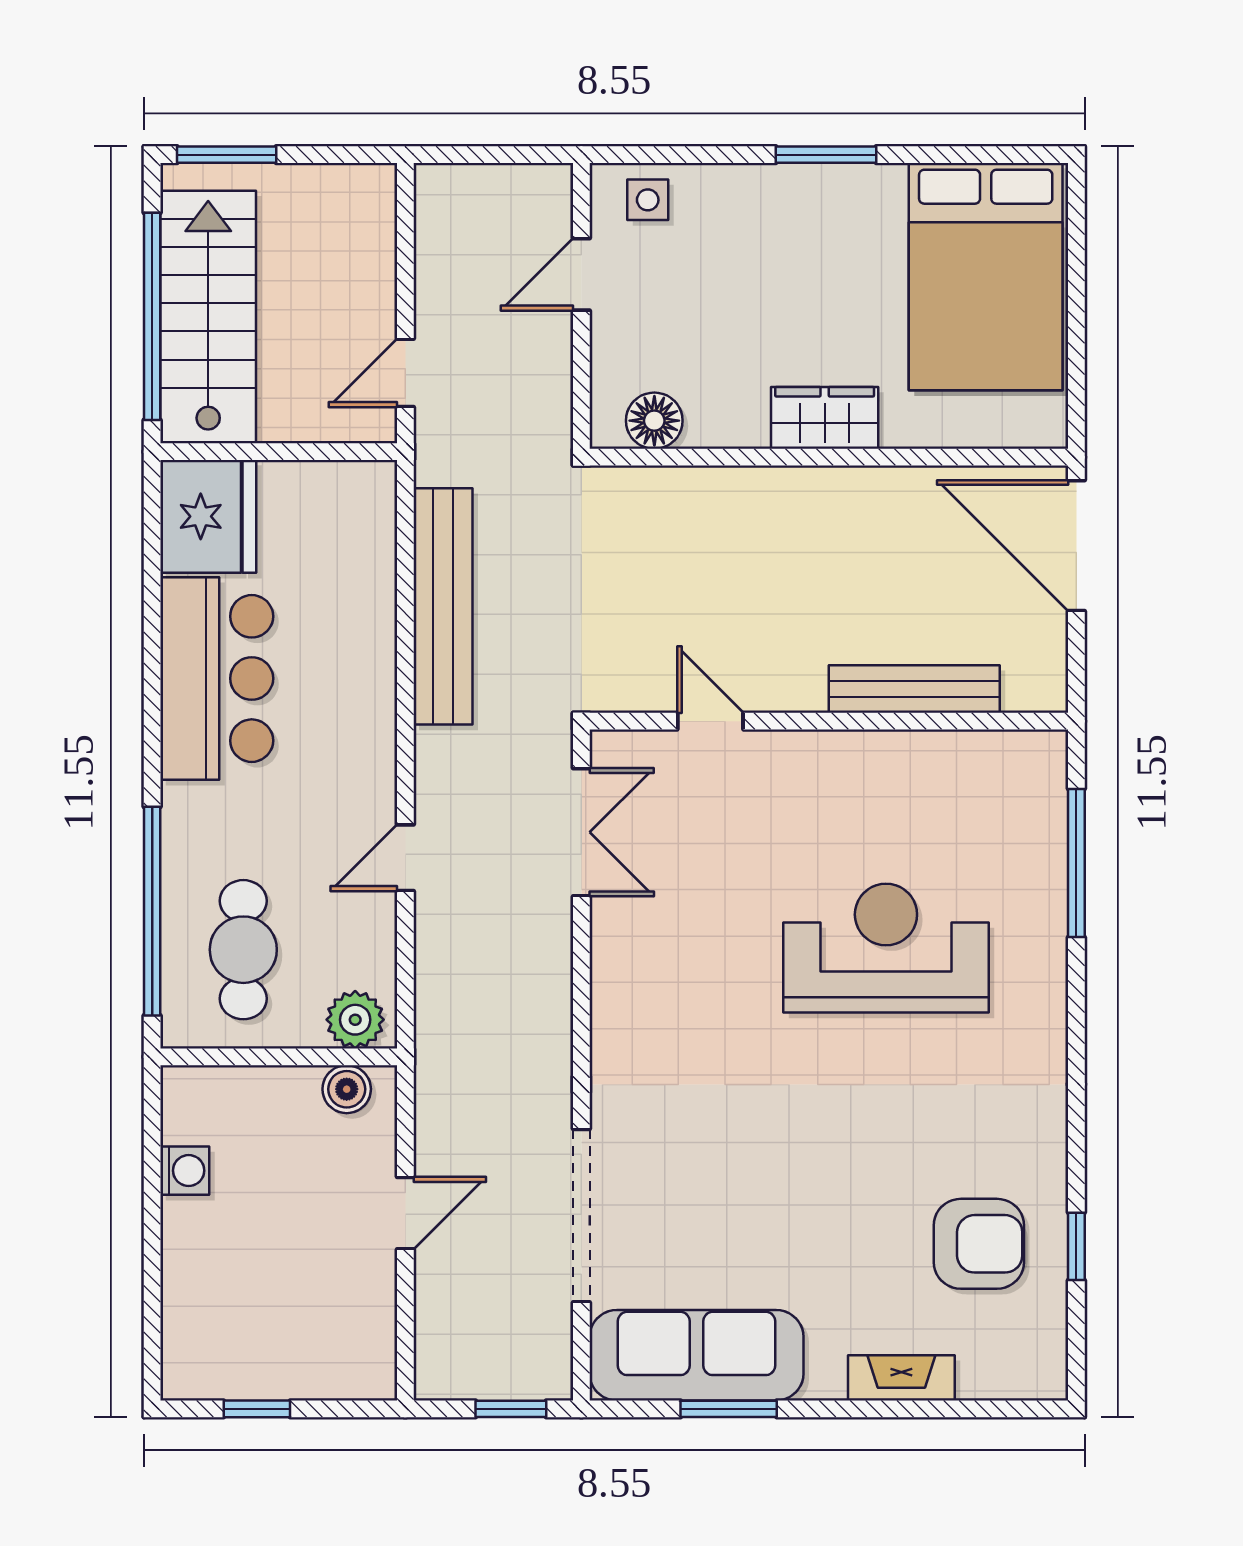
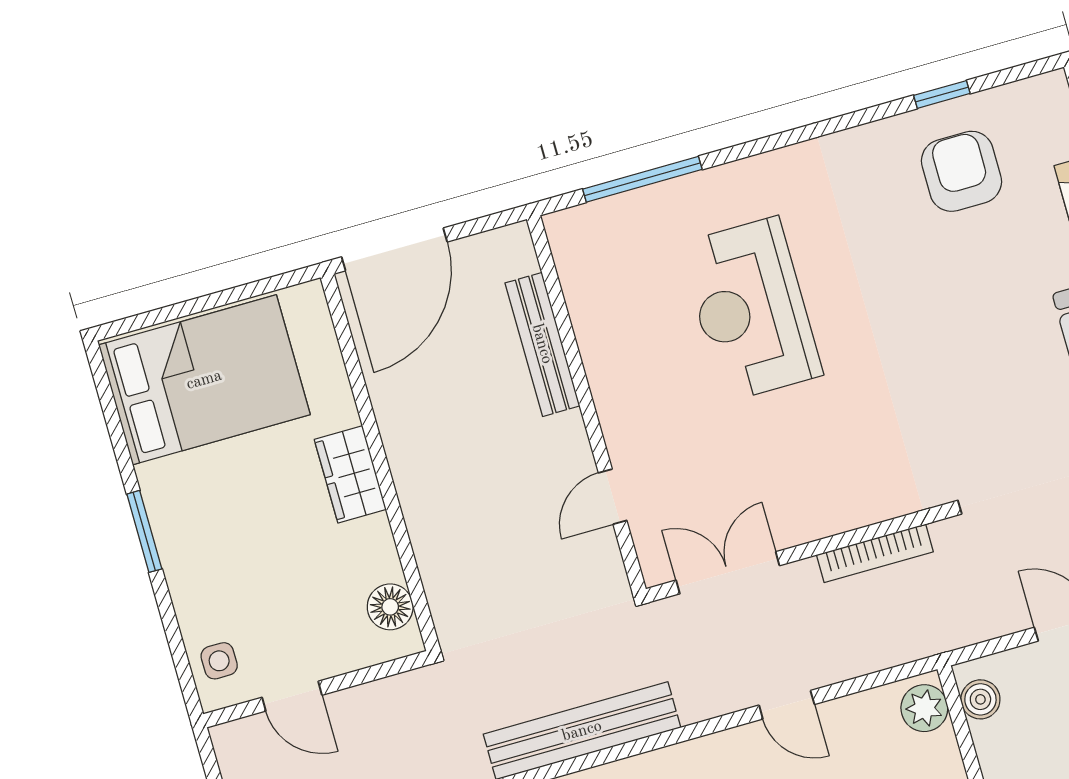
bookcase: (555, 1013) -> (875, 553), added

